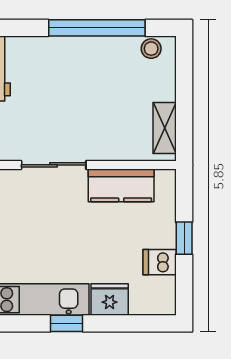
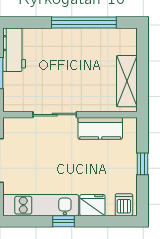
stool: (151, 49) -> (120, 36), removed
shelving: (165, 128) -> (127, 81), width x1.50, depth x1.33
dishwasher: (160, 262) -> (124, 205), moved, turned 90

